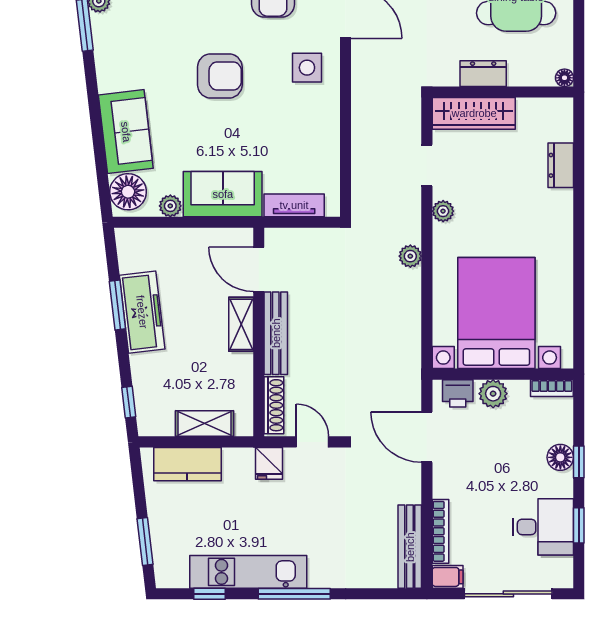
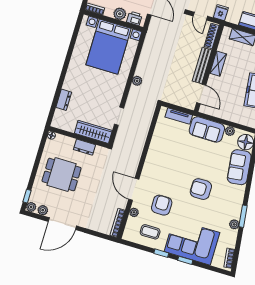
side table: (307, 68) -> (157, 171), removed
armchair: (220, 76) -> (201, 189), moved
plant: (443, 211) -> (118, 95), removed
shelving: (241, 324) -> (218, 64), moved

